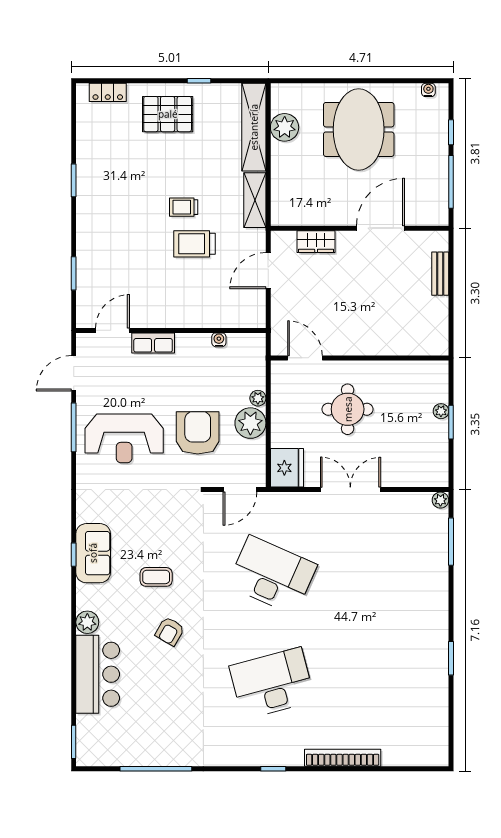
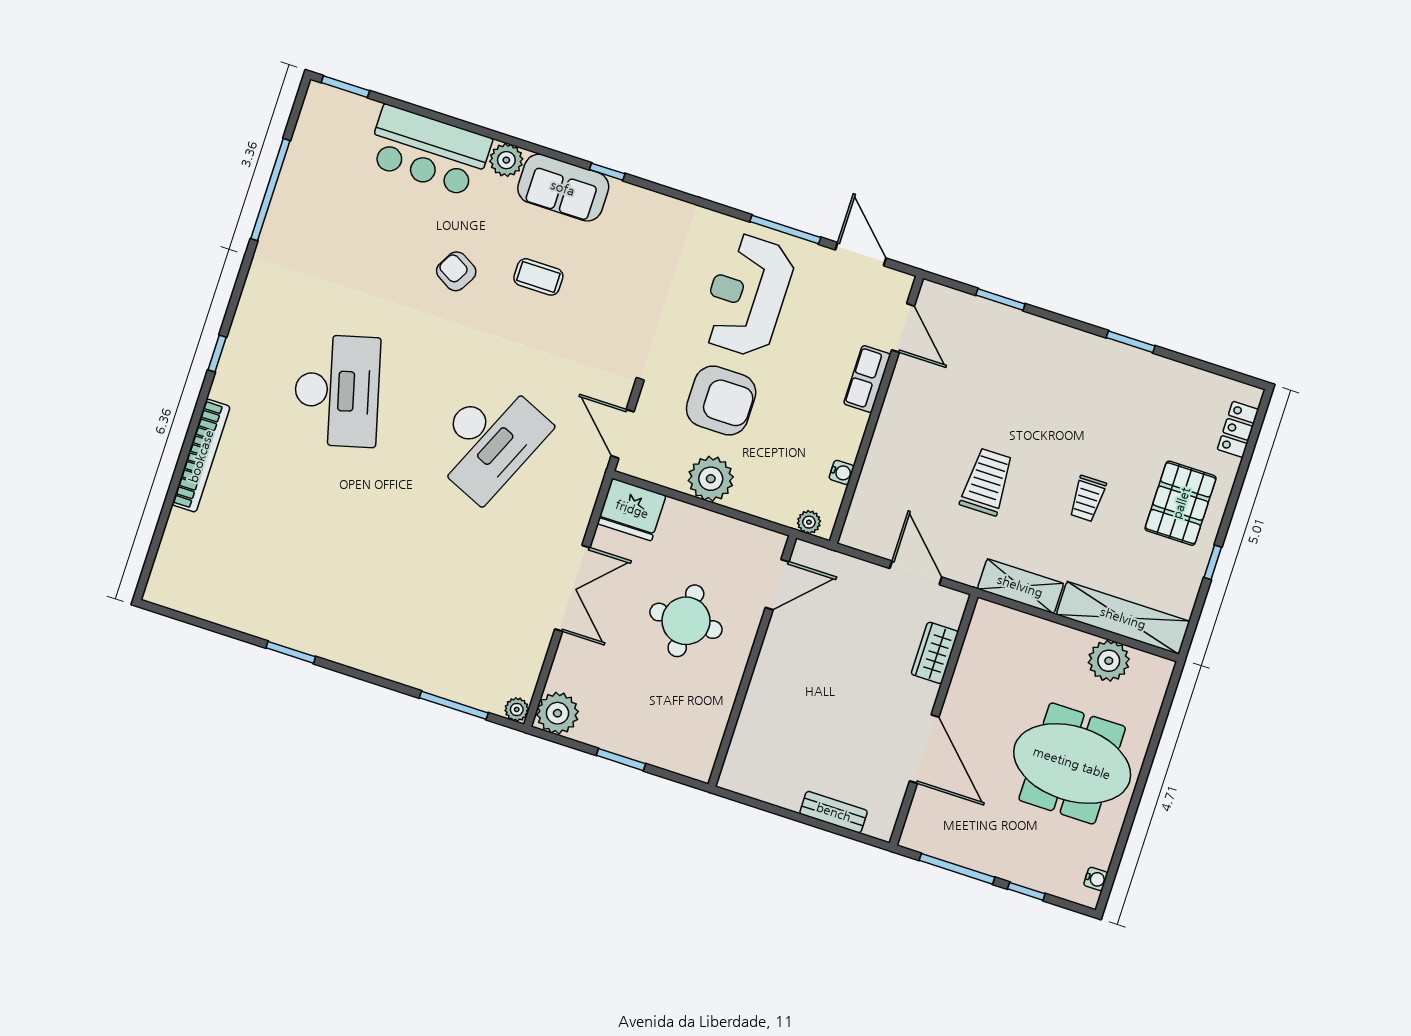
trolley: (184, 207) -> (1087, 499), moved, turned 180
plant: (258, 398) -> (809, 522), moved
plant: (441, 411) -> (557, 713), moved, width x1.87, depth x1.87
sofa: (93, 553) -> (563, 188), moved
coffee table: (156, 577) -> (538, 277), turned 90

